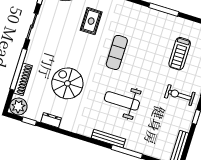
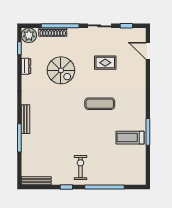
rug: (91, 21) -> (105, 63), moved
treadmill: (180, 54) -> (130, 138), moved
spiral stairs: (67, 83) -> (61, 70), turned 90
weight bench: (122, 101) -> (61, 121), removed

